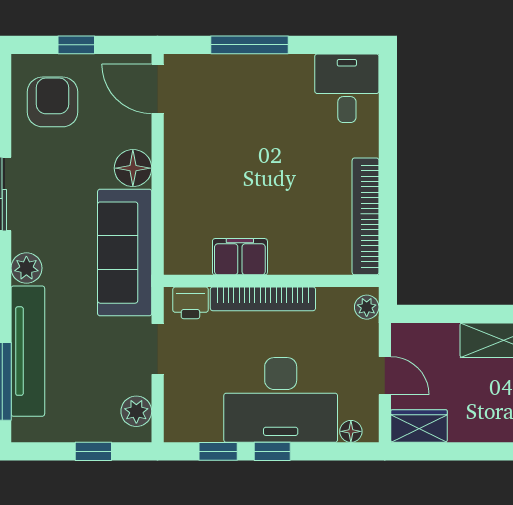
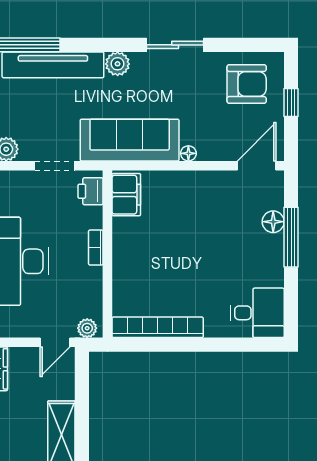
floor lamp: (230, 68) -> (273, 222), added
floor lamp: (133, 168) -> (188, 153), width x0.53, depth x0.53
filing cabinet: (240, 257) -> (126, 195), moved
bookcase: (263, 299) -> (96, 248), width x0.43, depth x0.76
door: (385, 376) -> (55, 342), moved

